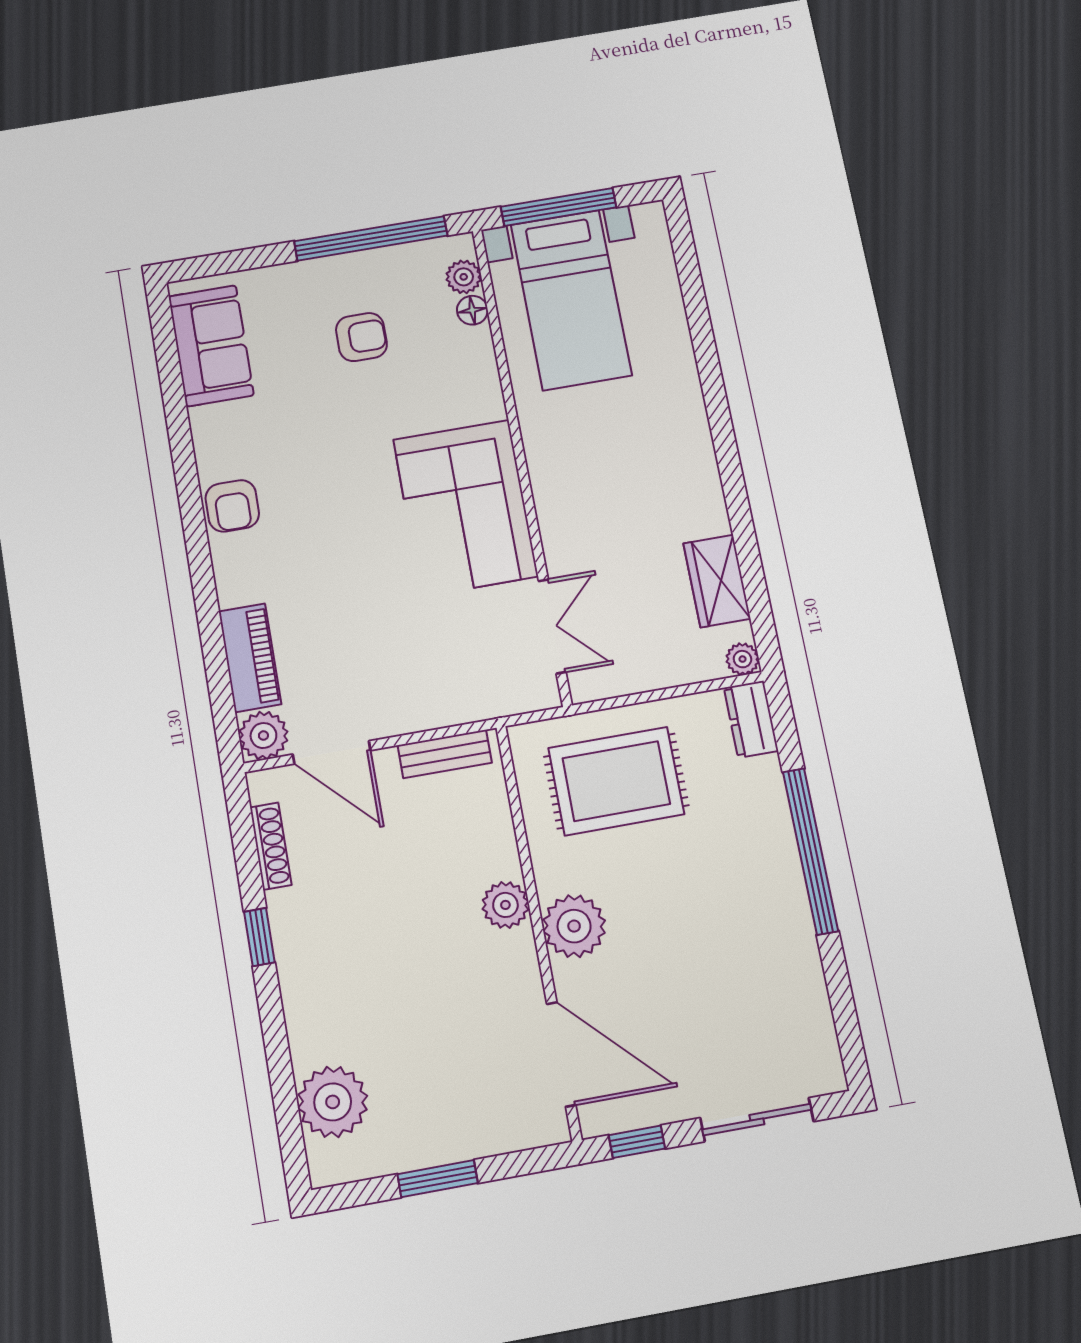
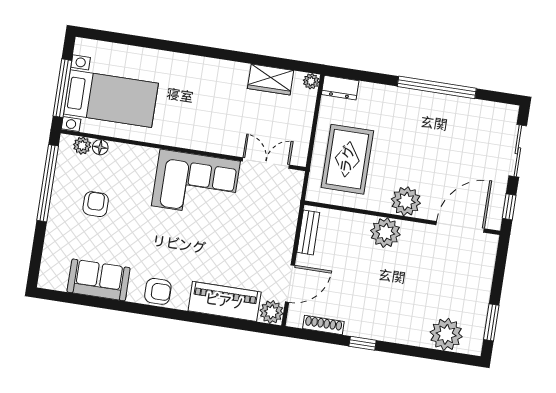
sofa: (211, 346) -> (99, 280), moved
piano: (250, 658) -> (225, 301), width x1.37, depth x1.33
window: (810, 851) -> (437, 87), moved
plant: (505, 905) -> (385, 233), width x1.36, depth x1.36
window: (438, 1179) -> (491, 322), moved

